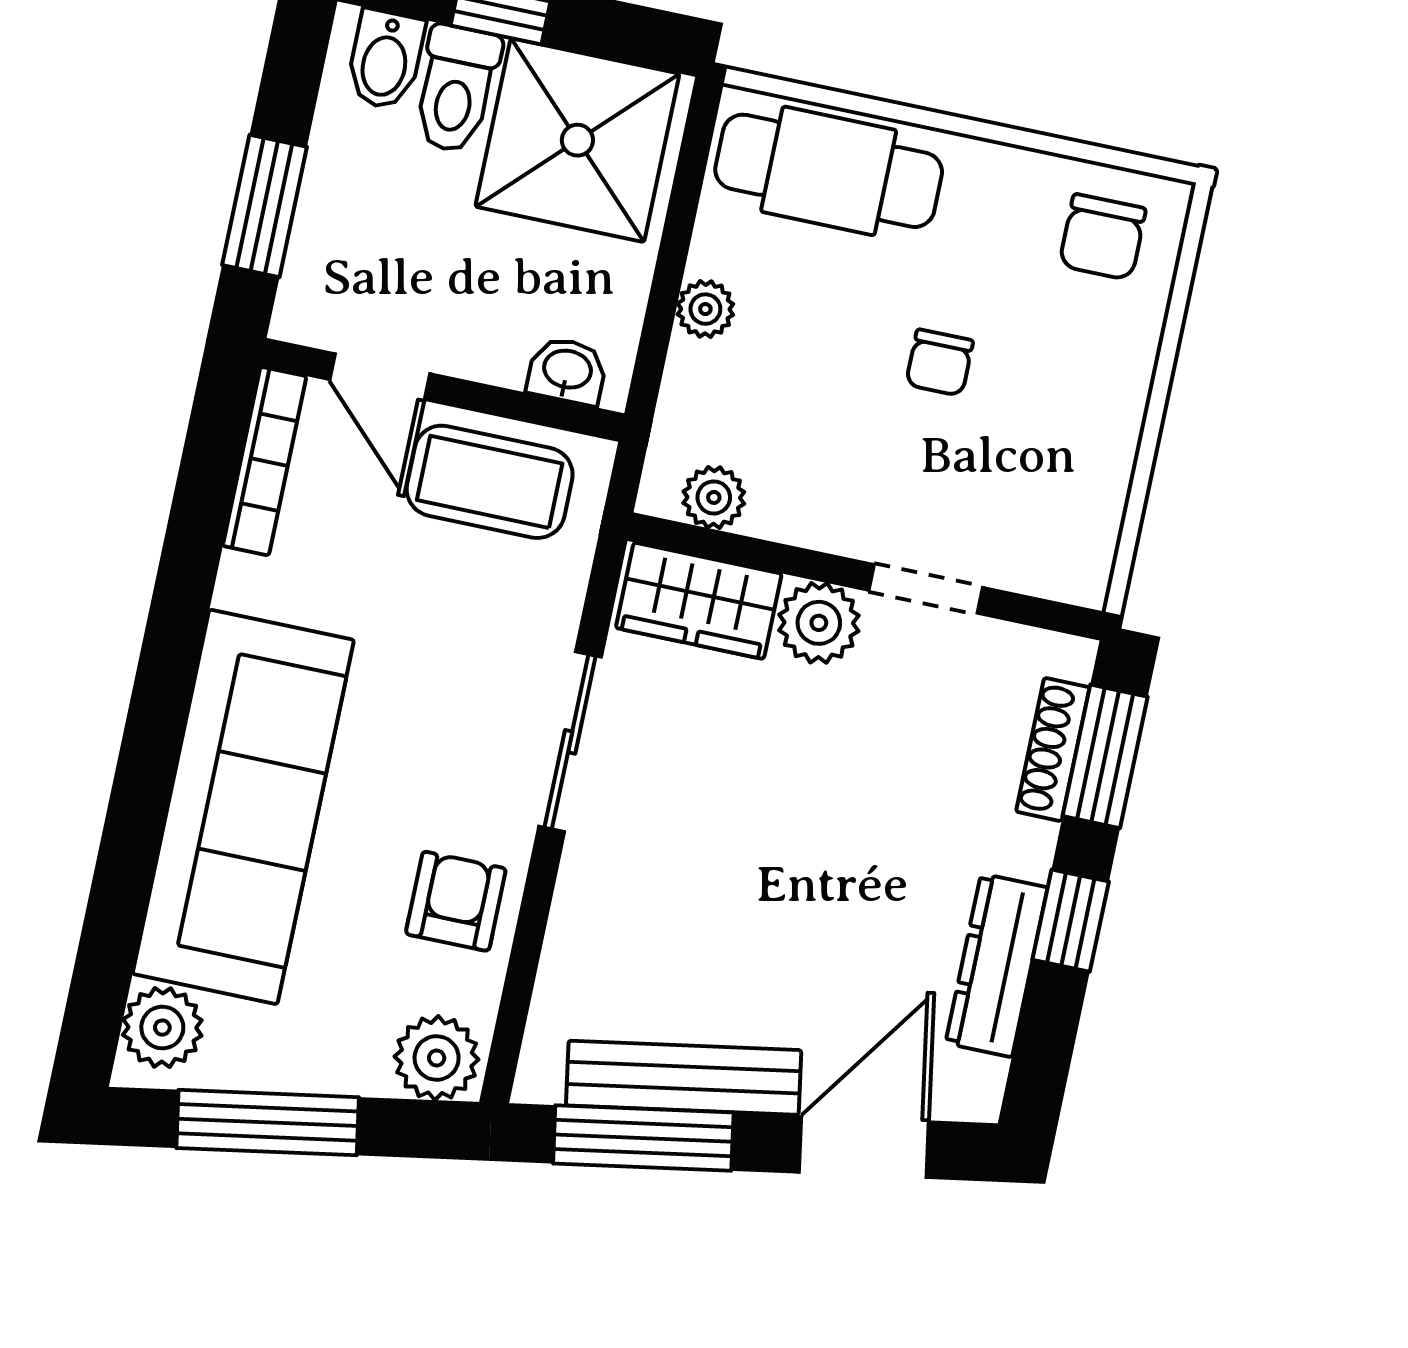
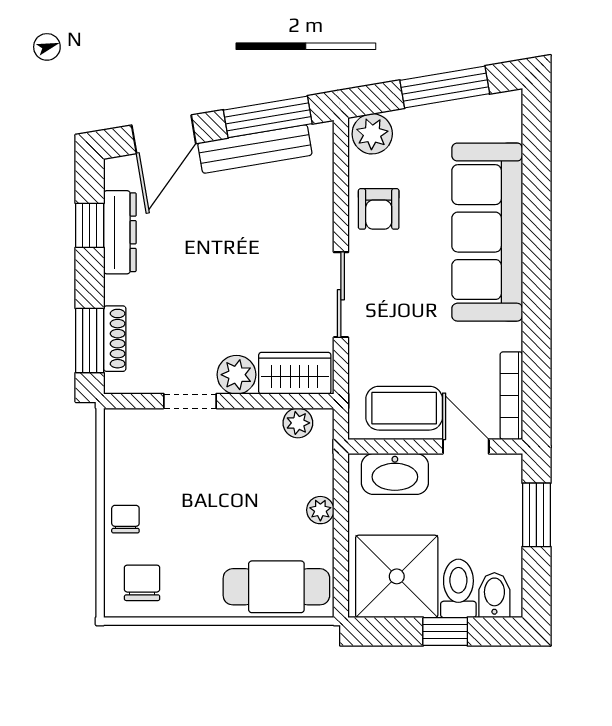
chair: (939, 363) -> (125, 519), moved
washbasin: (567, 371) -> (395, 474), width x1.91, depth x1.45
window: (1071, 921) -> (90, 225), moved
plant: (162, 1028) -> (503, 121), removed

